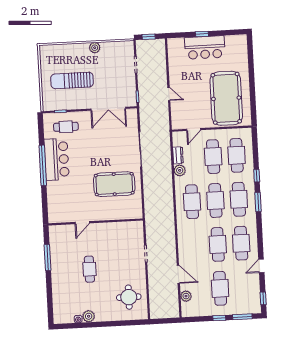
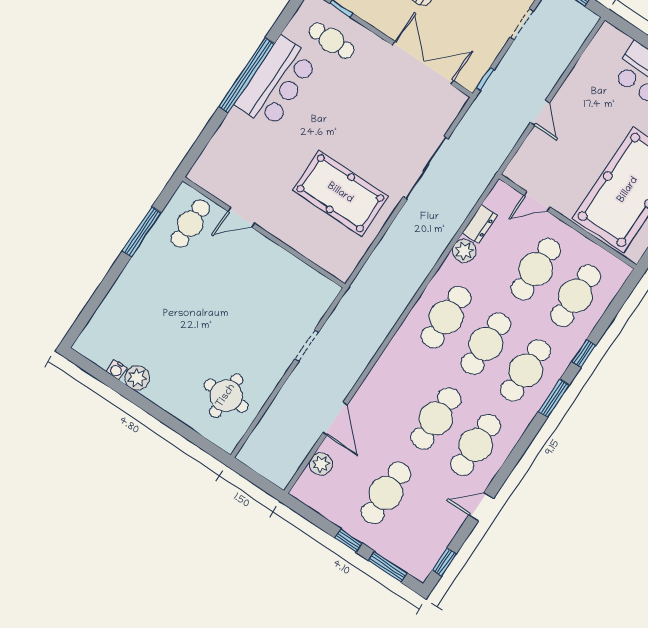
double door: (108, 109) -> (423, 63), swing flipped
cafe table: (89, 269) -> (190, 224), moved

